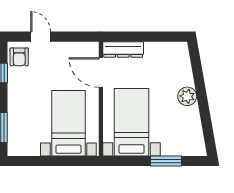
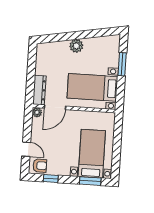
door: (41, 37) -> (26, 149), swing flipped
plant: (92, 48) -> (37, 112), added
bed with nightstands: (68, 123) -> (92, 154), moved, turned 90

